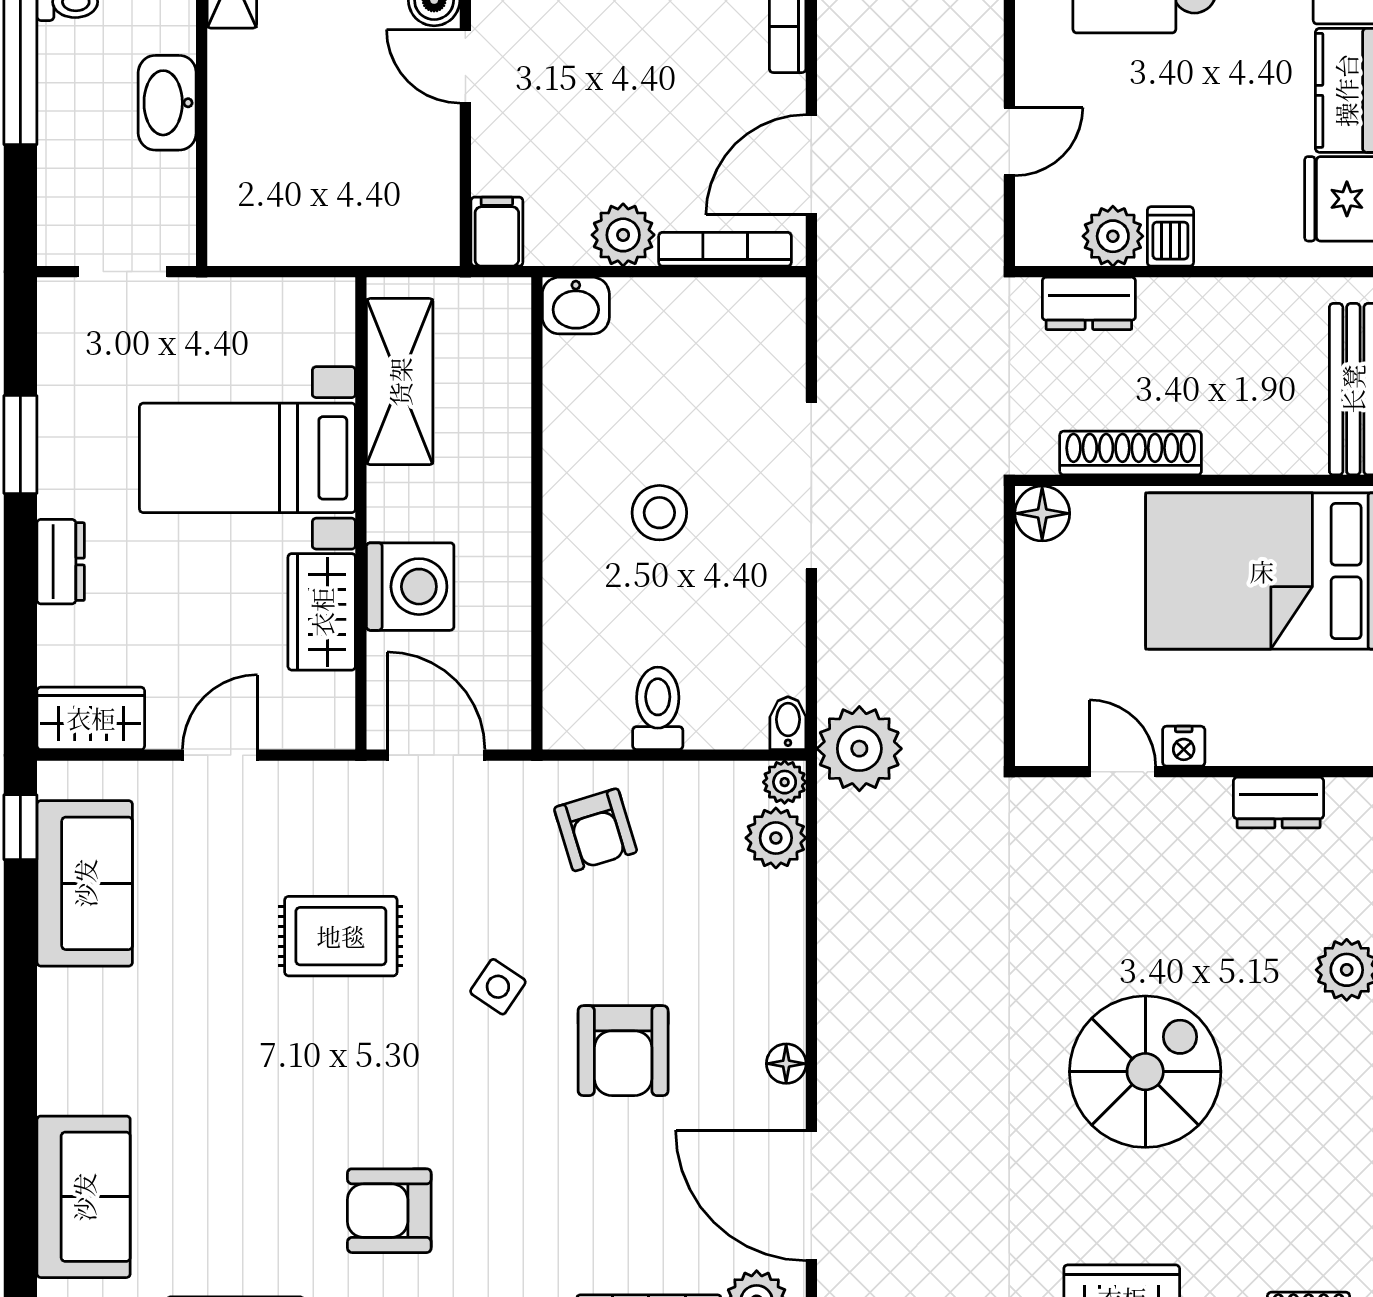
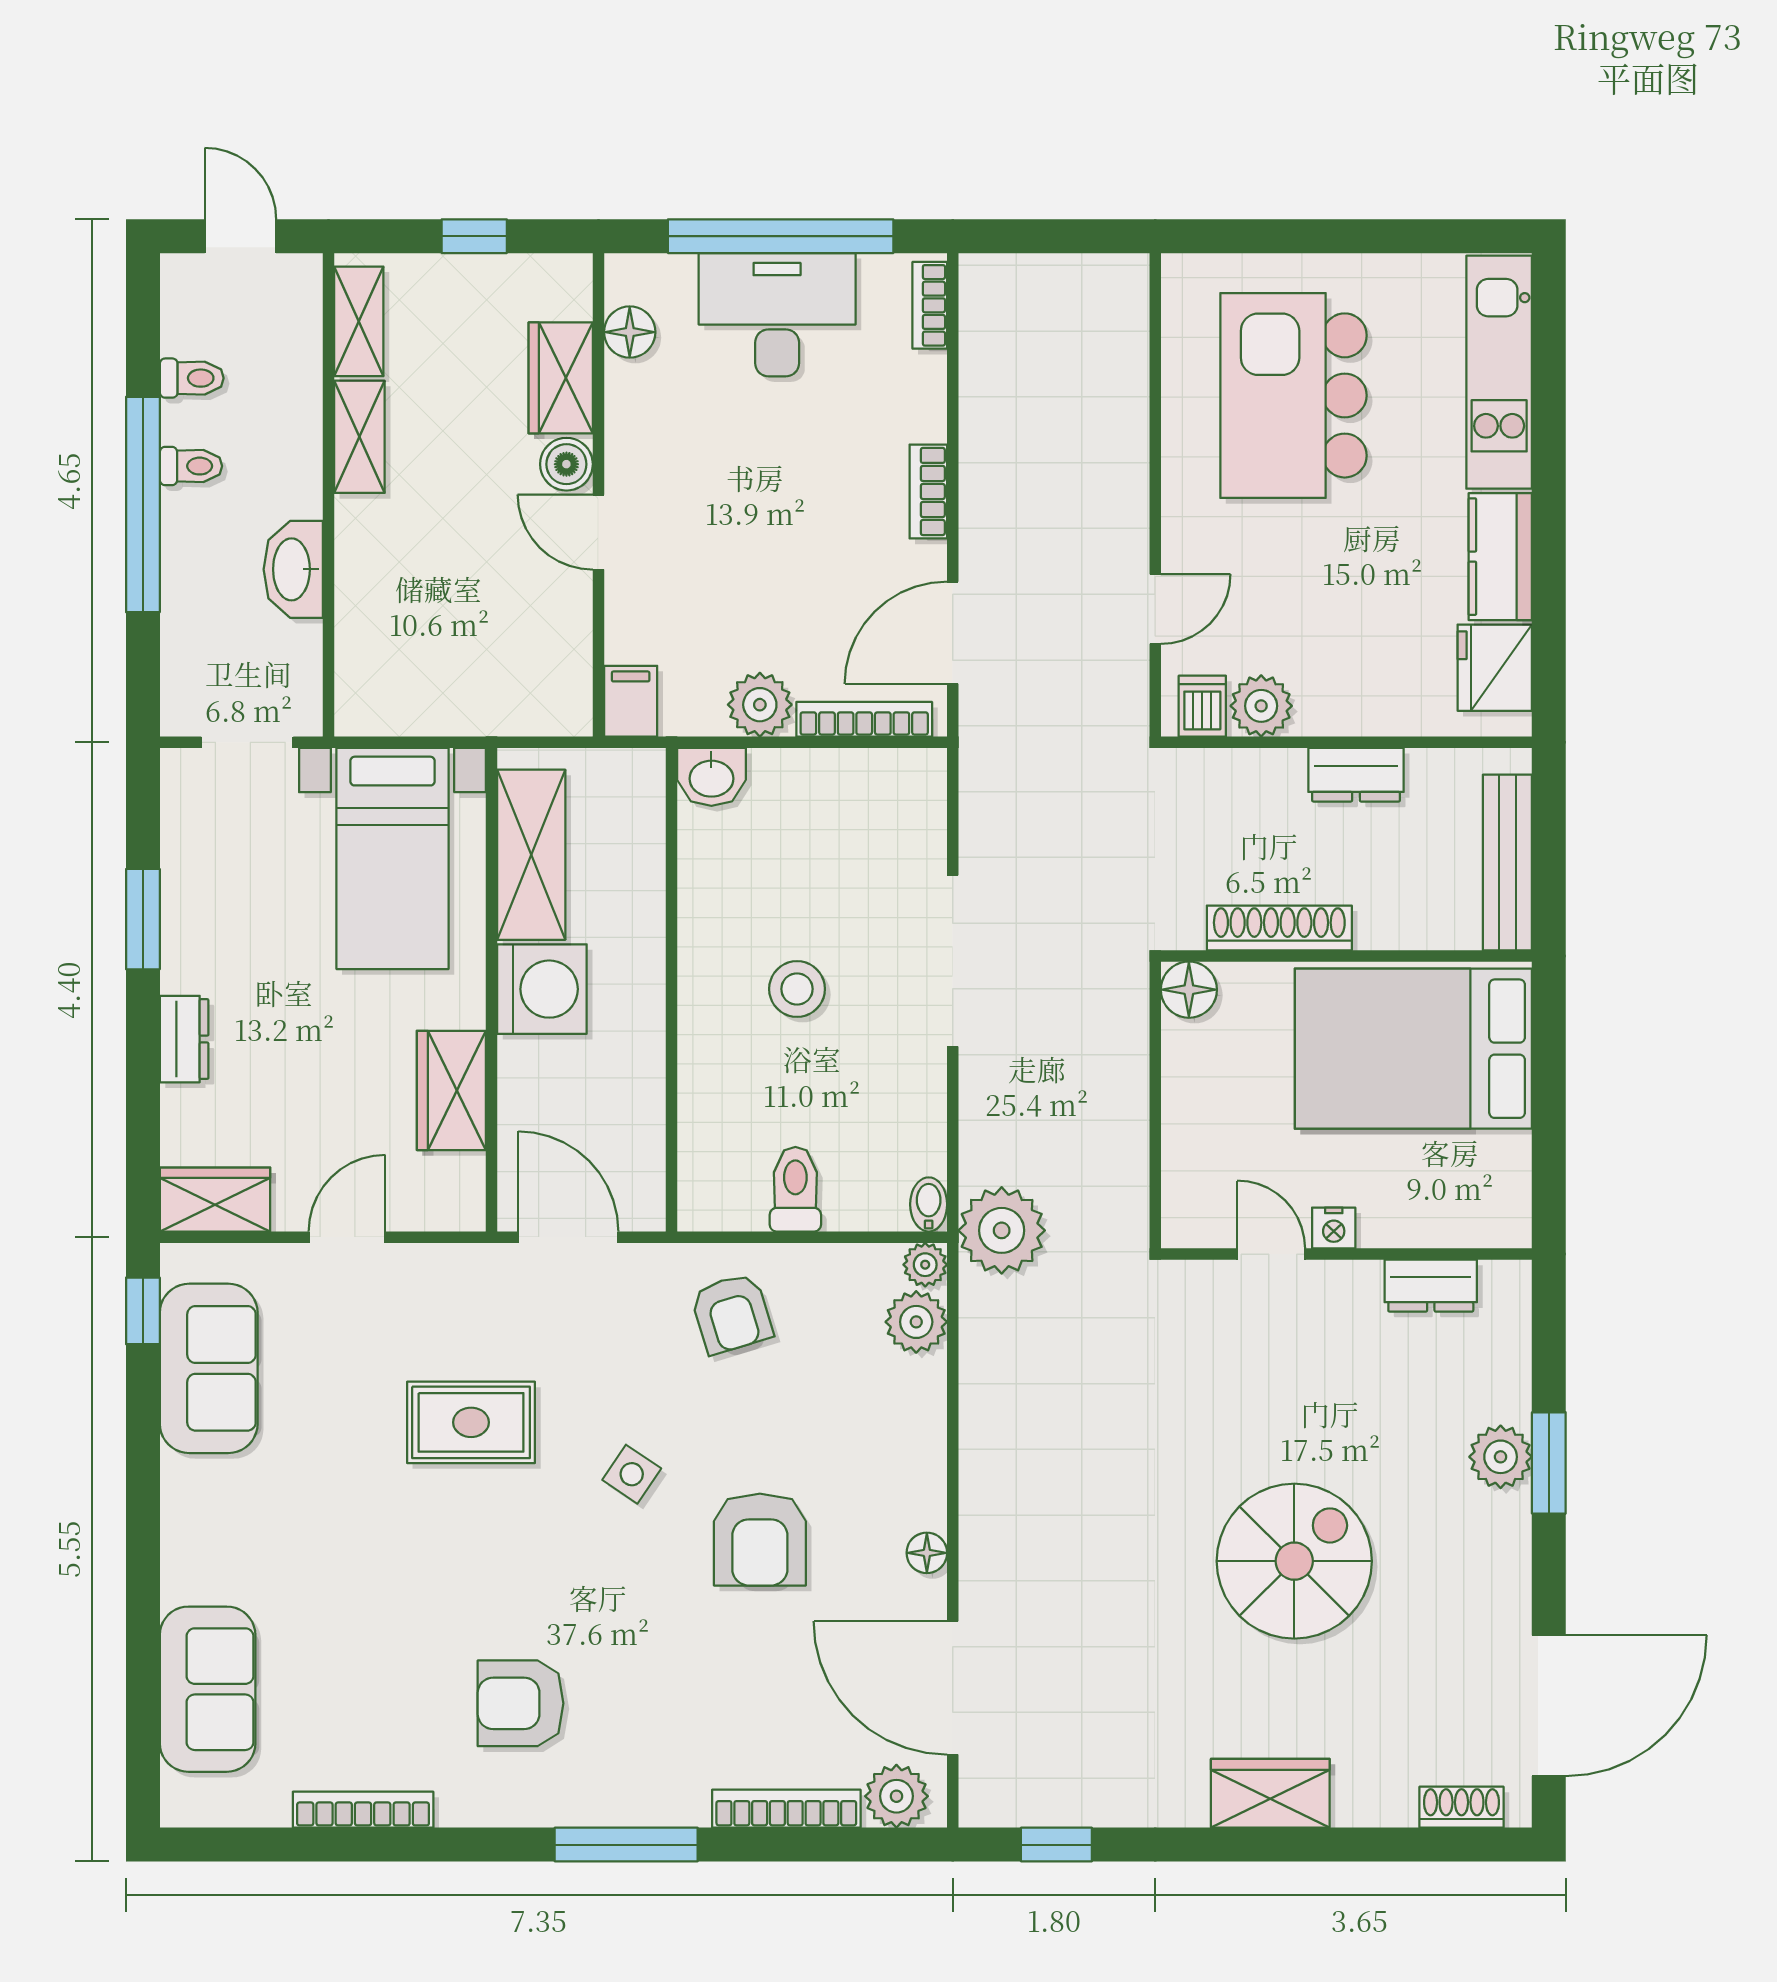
dishwasher: (1170, 236) -> (1202, 706), moved
dresser: (1089, 303) -> (1356, 775), moved
bed with nightstands: (247, 458) -> (393, 858), moved, turned -90
washing machine: (410, 587) -> (542, 989), moved

